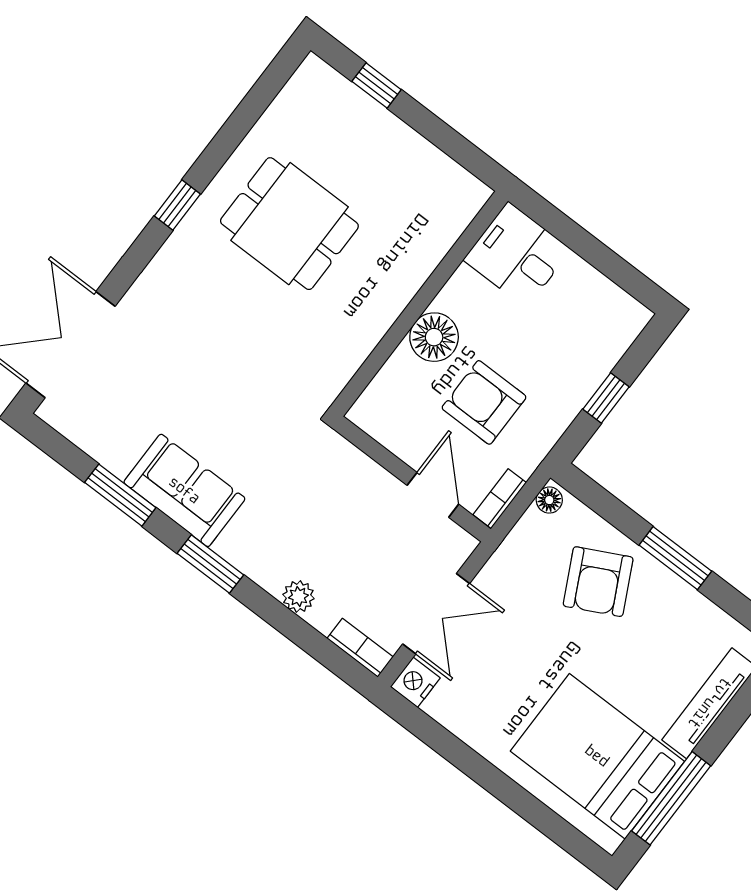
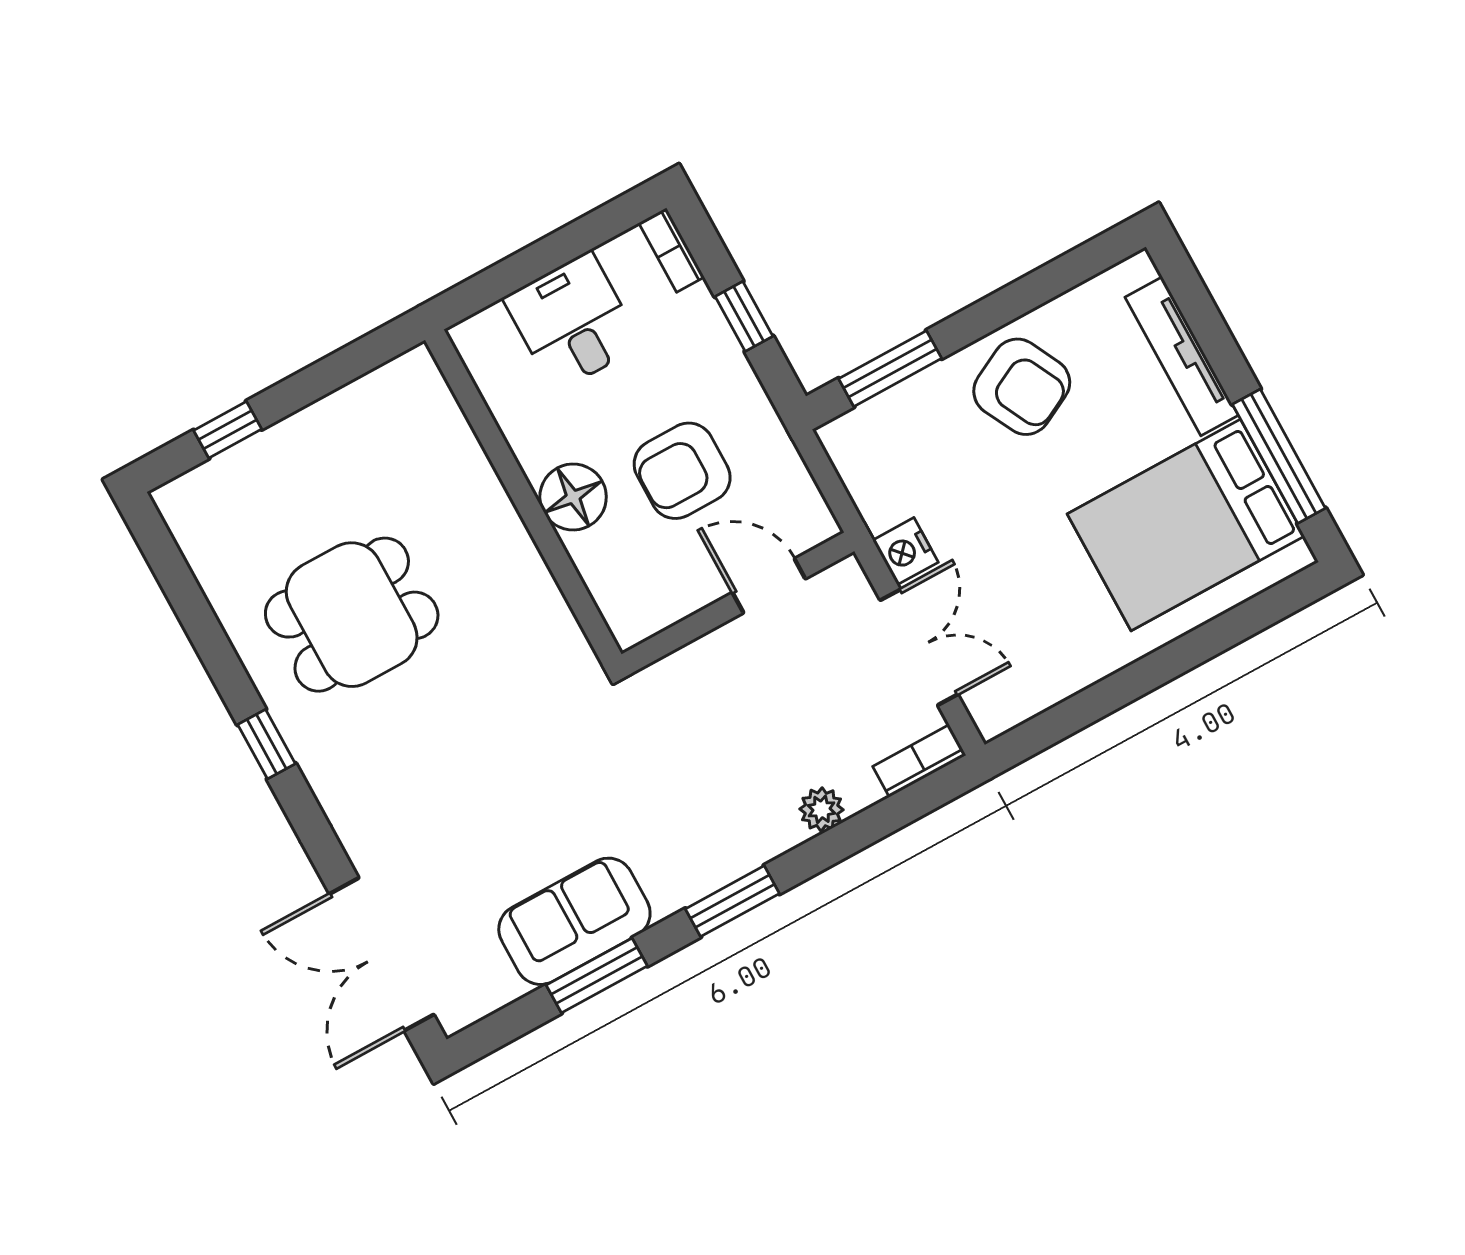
desk: (517, 255) -> (573, 322), moved, turned 90
sofa: (184, 490) -> (574, 921), moved
bookcase: (500, 499) -> (671, 250), moved
floor lamp: (549, 500) -> (840, 443), removed
window: (675, 558) -> (890, 369), moved
armchair: (598, 582) -> (1022, 387), moved
nightstand: (415, 682) -> (905, 551), moved

